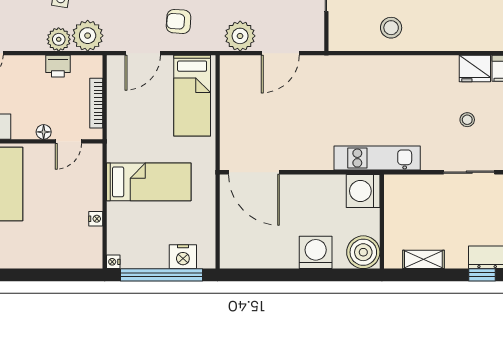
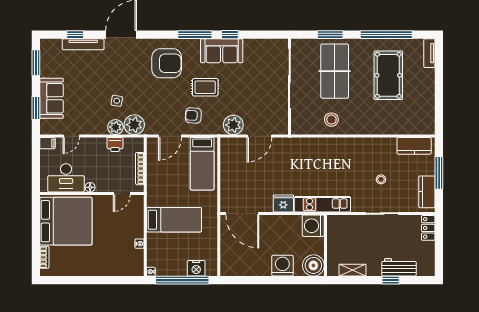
fridge: (475, 68) -> (283, 203), moved, turned 180
floor lamp: (44, 132) -> (90, 187), moved

